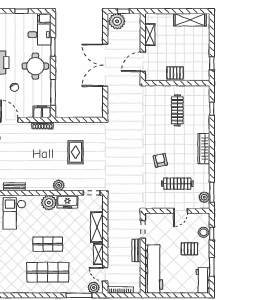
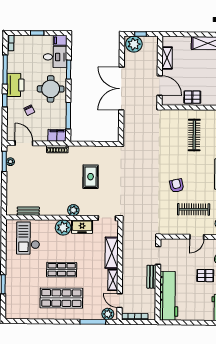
door: (143, 62) -> (160, 85), swing flipped

